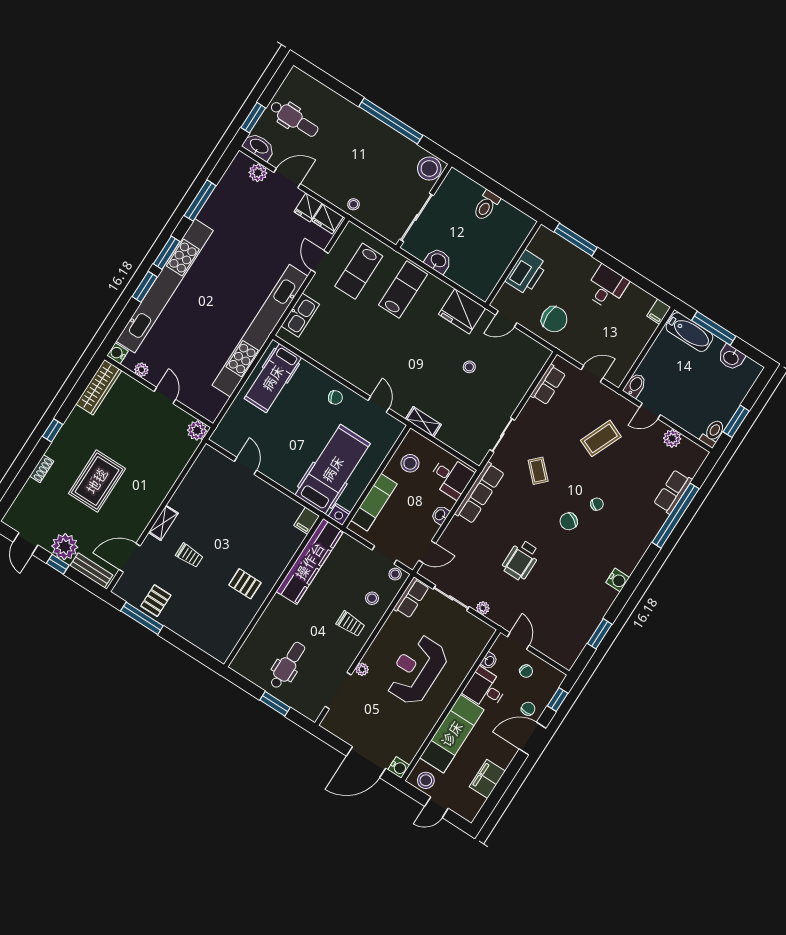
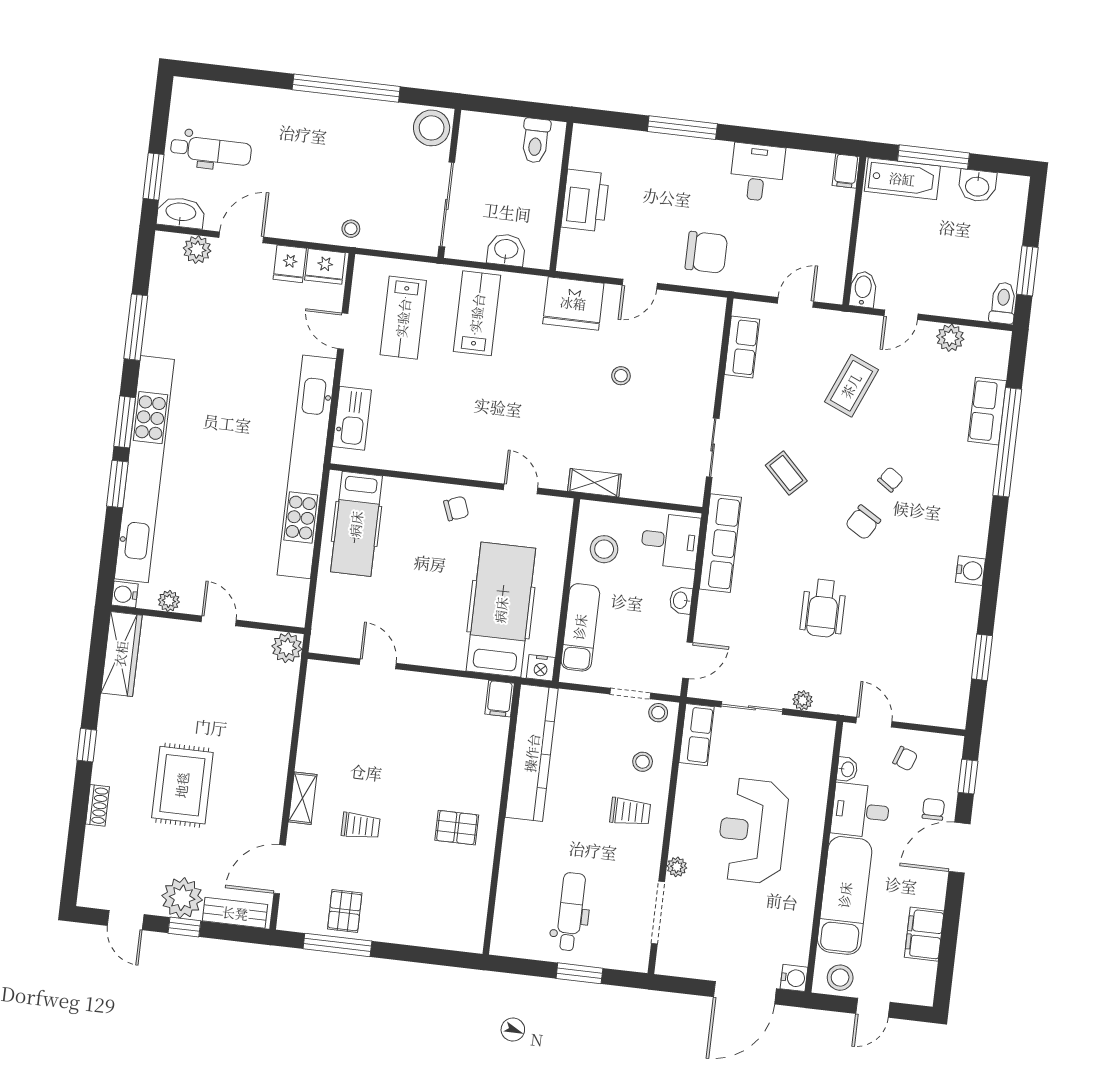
wall: (513, 263) -> (561, 197), moved
printer: (526, 272) -> (585, 201), moved

